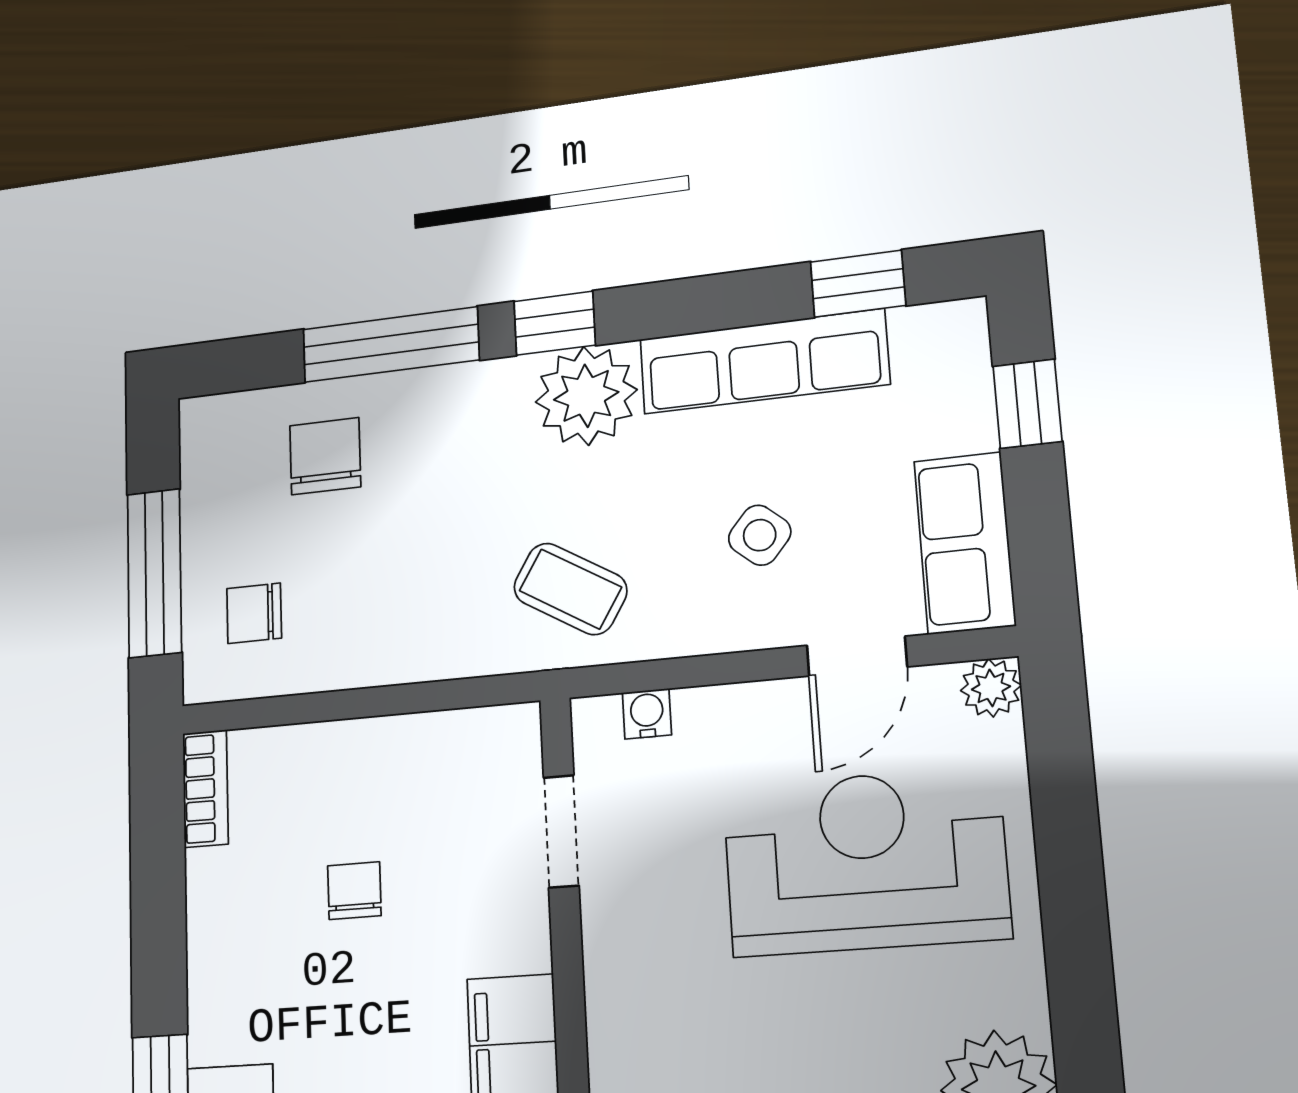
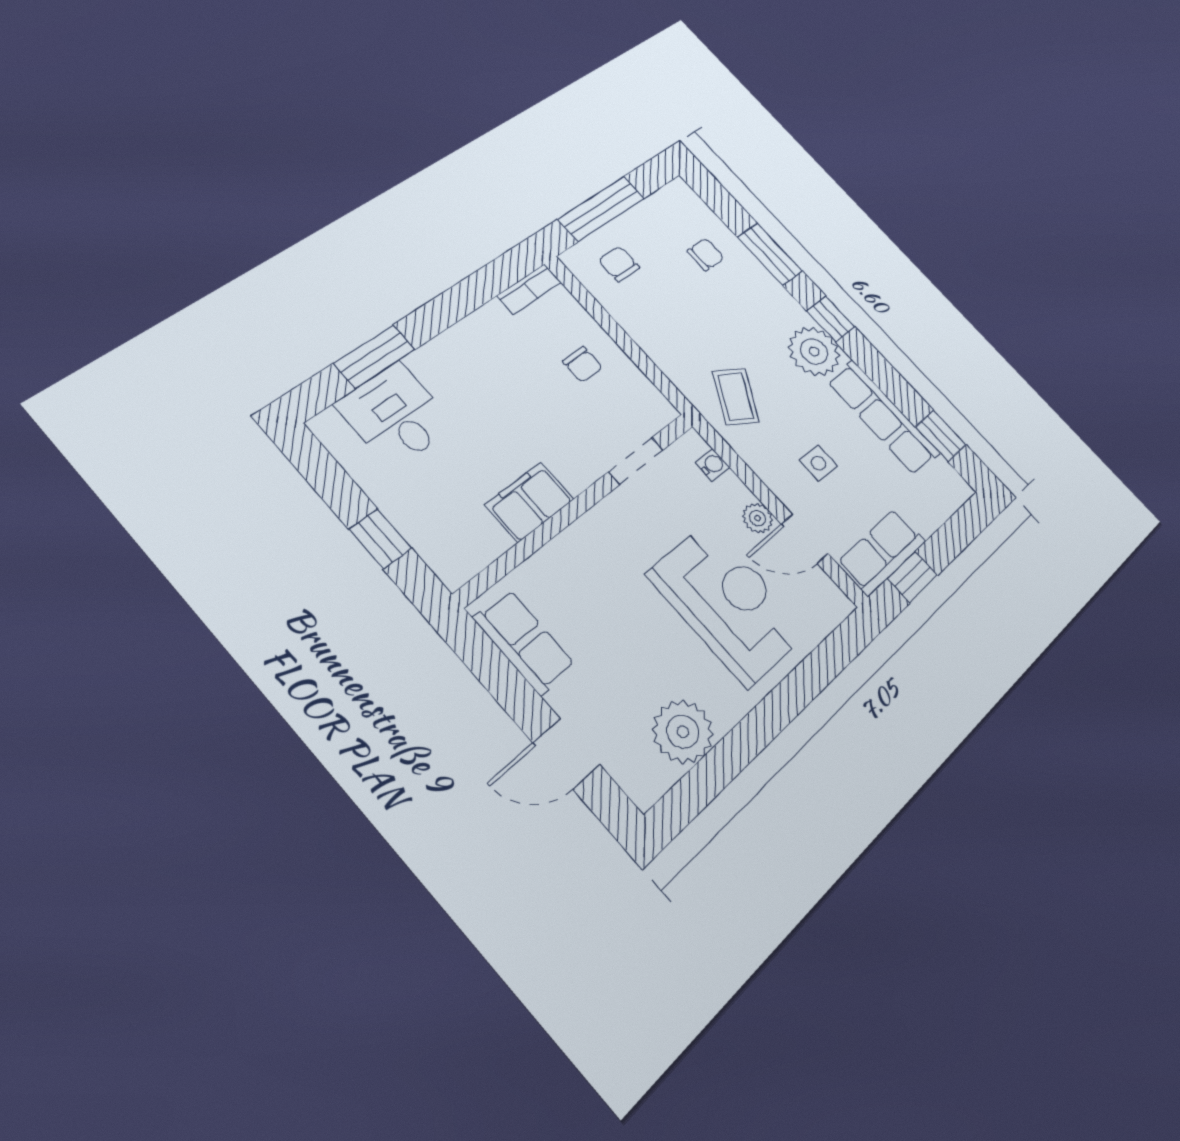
window: (391, 345) -> (770, 254), width x0.69
window: (1027, 404) -> (913, 577), moved
chair: (325, 456) -> (706, 254), width x0.73, depth x0.73
side table: (760, 535) -> (818, 463), turned -38
plant: (991, 688) -> (758, 518), moved
chair: (354, 891) -> (583, 364), moved, turned 90

